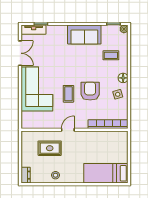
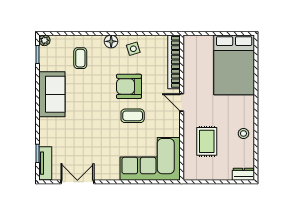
corner sofa: (37, 89) -> (150, 159), moved
door: (68, 130) -> (182, 102), moved
bed: (106, 173) -> (234, 65), width x1.50

